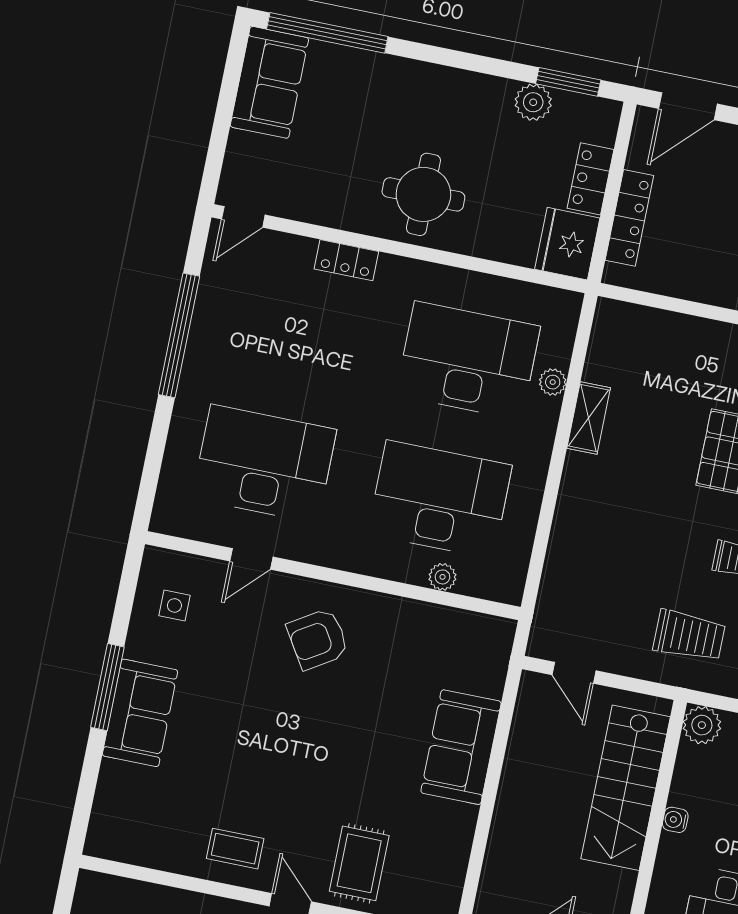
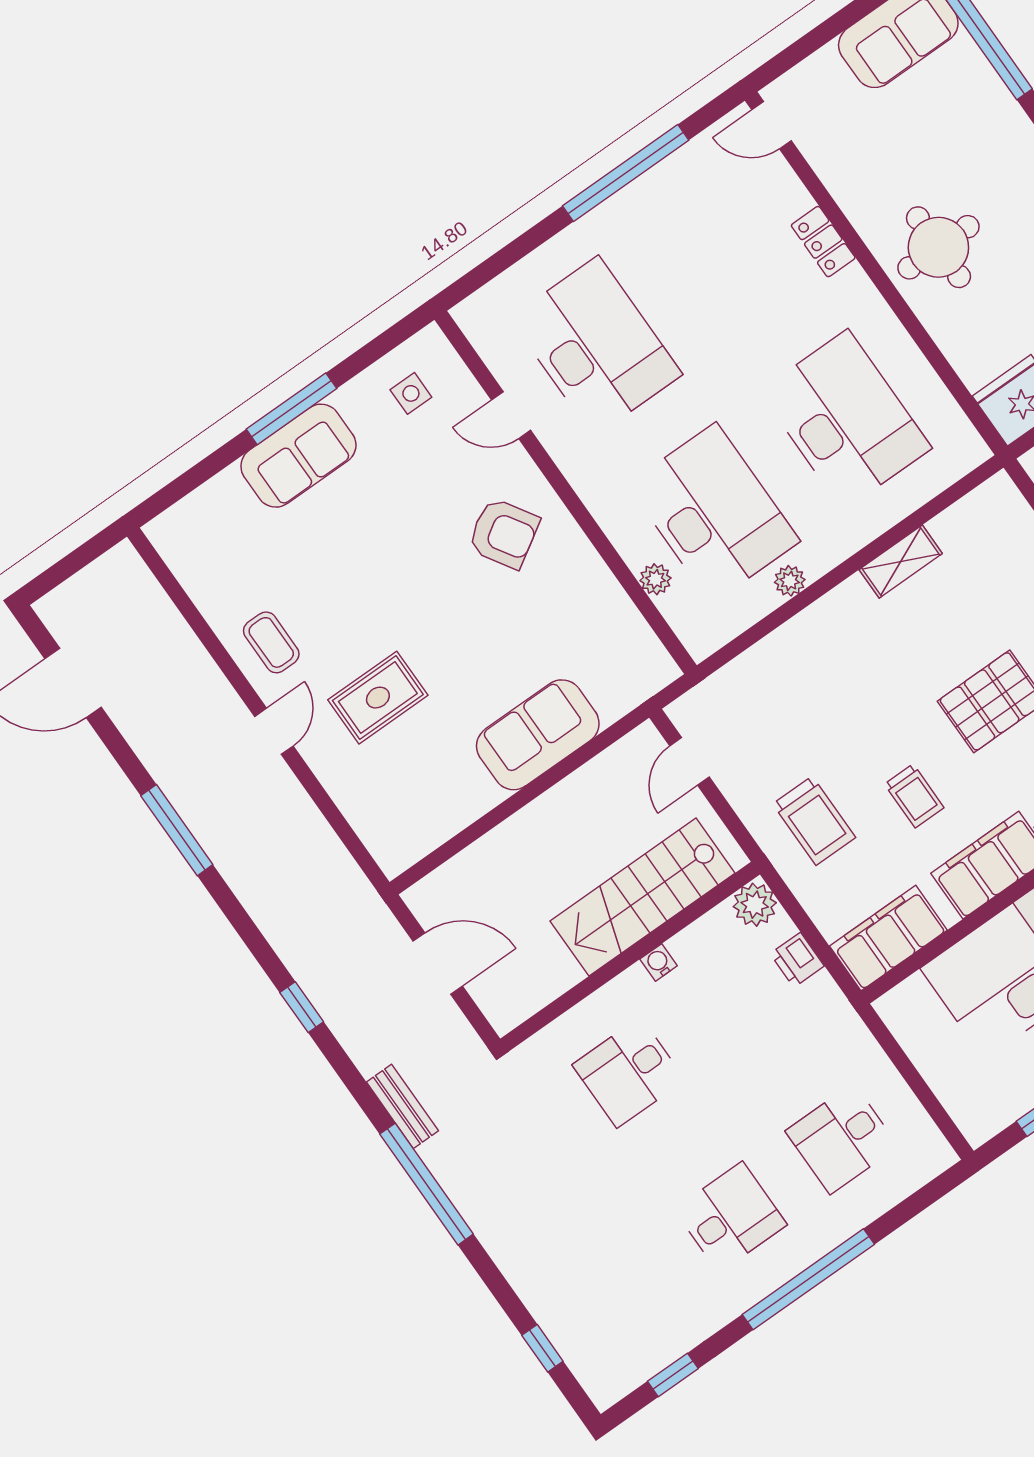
plant: (553, 382) -> (790, 581), moved
armchair: (318, 639) -> (504, 533), turned 180
rug: (359, 863) -> (378, 698), moved

